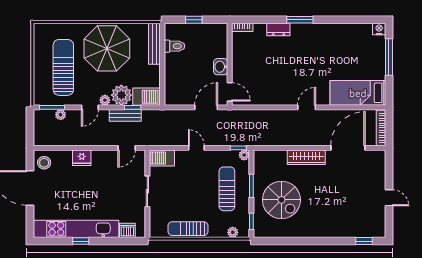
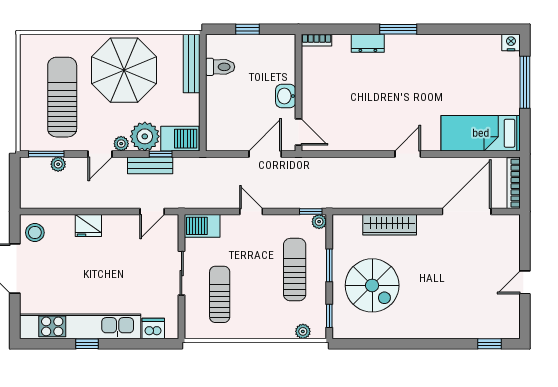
wardrobe: (306, 157) -> (390, 225), moved
door: (389, 198) -> (525, 282), swing flipped
sun lounger: (188, 229) -> (220, 294), moved, turned 90

